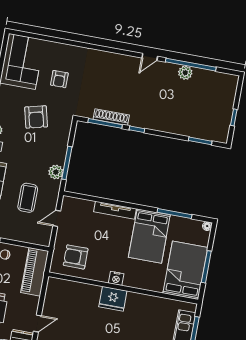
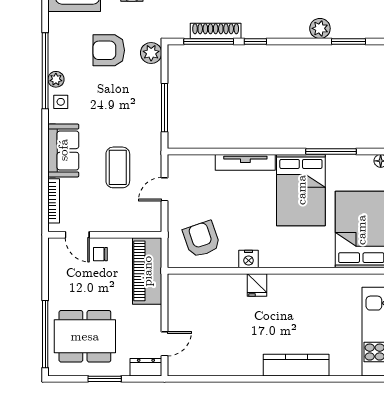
armchair: (36, 117) -> (109, 50), turned 104
plant: (182, 128) -> (320, 28), added
plant: (56, 172) -> (151, 53), moved
armchair: (76, 257) -> (202, 239), turned 71
nightstand: (116, 278) -> (249, 259), moved
fridge: (113, 299) -> (257, 285), width x0.53, depth x0.75

